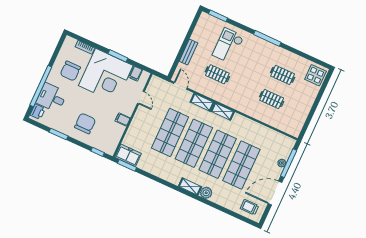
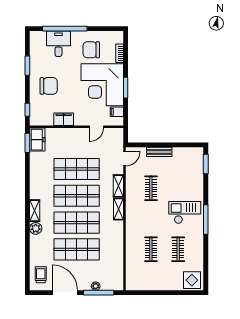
checkout: (228, 46) -> (185, 212), moved
printer: (38, 112) -> (39, 37), removed
filing cabinet: (123, 119) -> (64, 119), width x2.00

